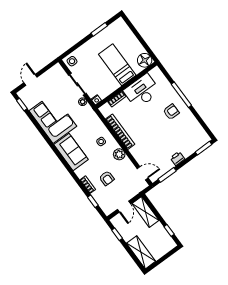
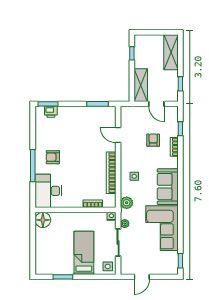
bed: (117, 65) -> (84, 253), moved, turned 180
door: (30, 80) -> (142, 277), moved
desk: (142, 91) -> (48, 191), moved, turned 90
plant: (119, 154) -> (127, 203), moved
printer: (177, 158) -> (51, 112), moved
door: (143, 173) -> (118, 135), moved
door: (124, 207) -> (156, 104), swing flipped

